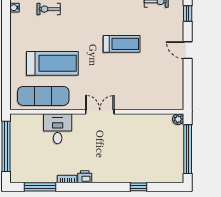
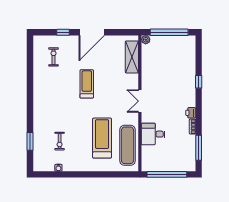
door: (188, 50) -> (92, 32), width x1.88
shelving: (156, 102) -> (132, 57), added
window: (138, 187) -> (199, 82), moved

